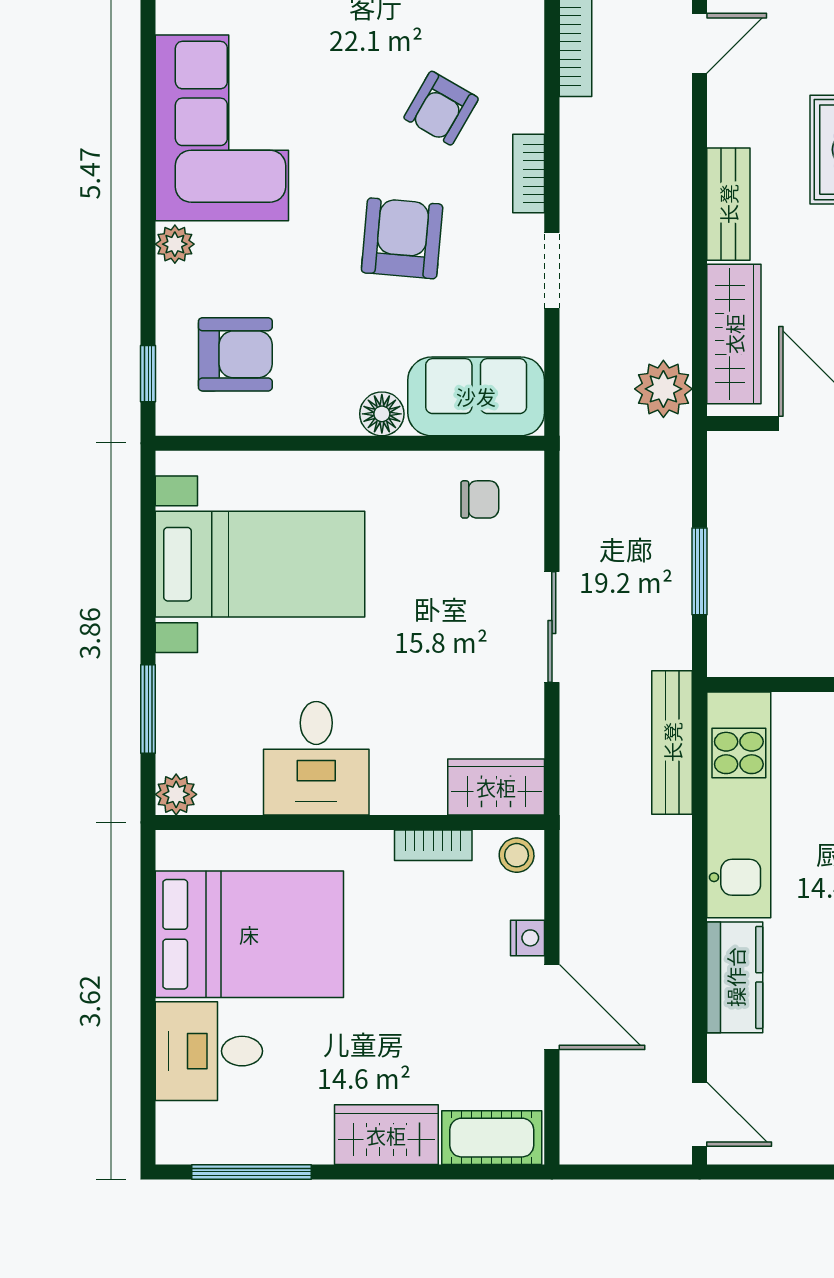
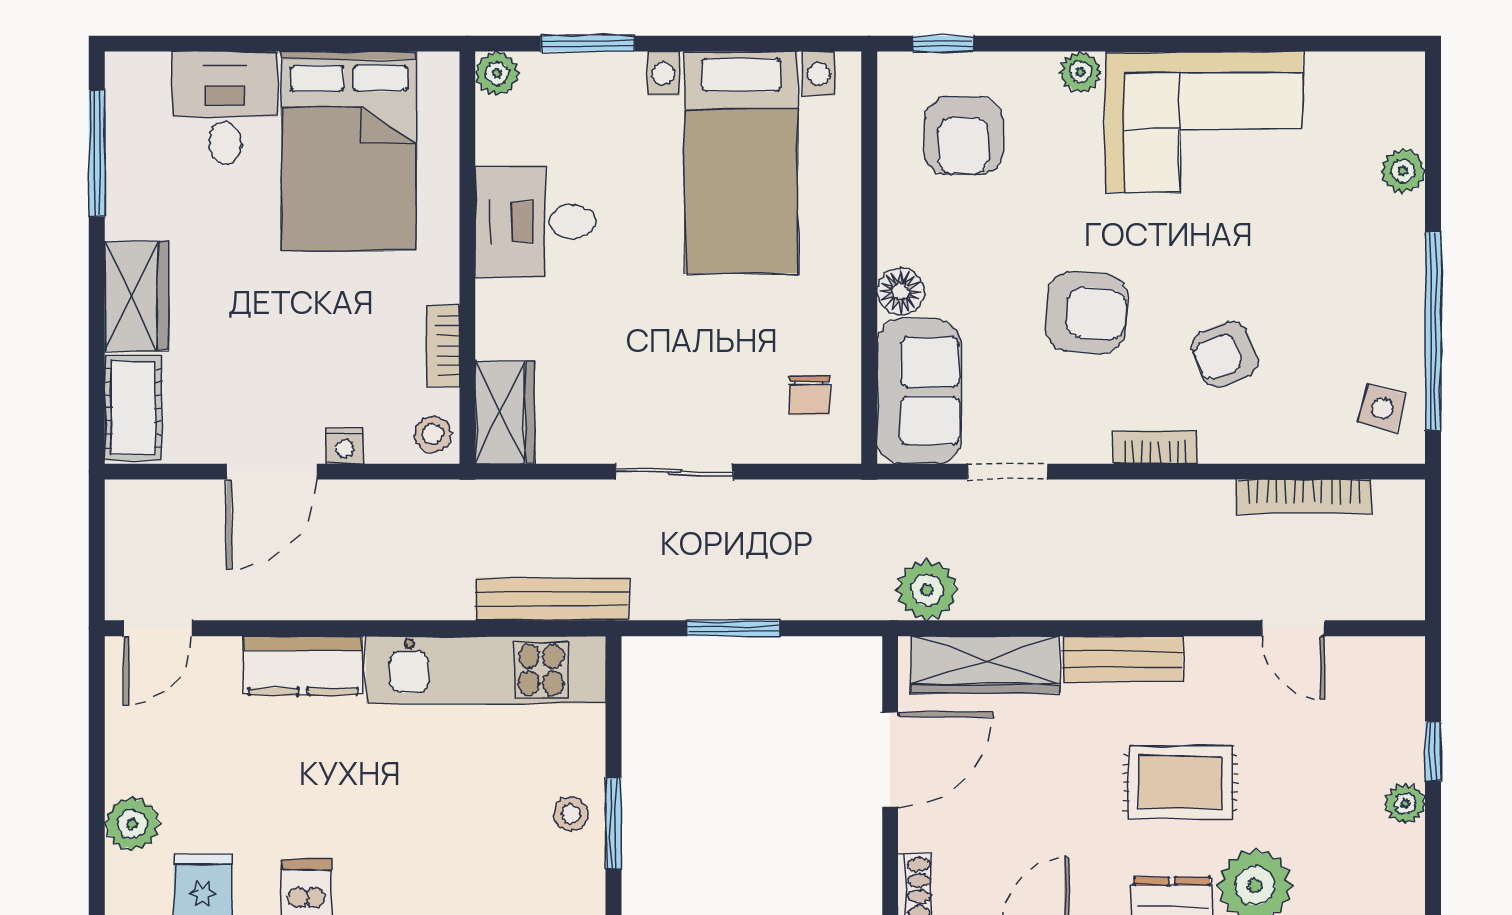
armchair: (441, 108) -> (1225, 354), turned -51
doorway: (552, 270) -> (1008, 472), moved

